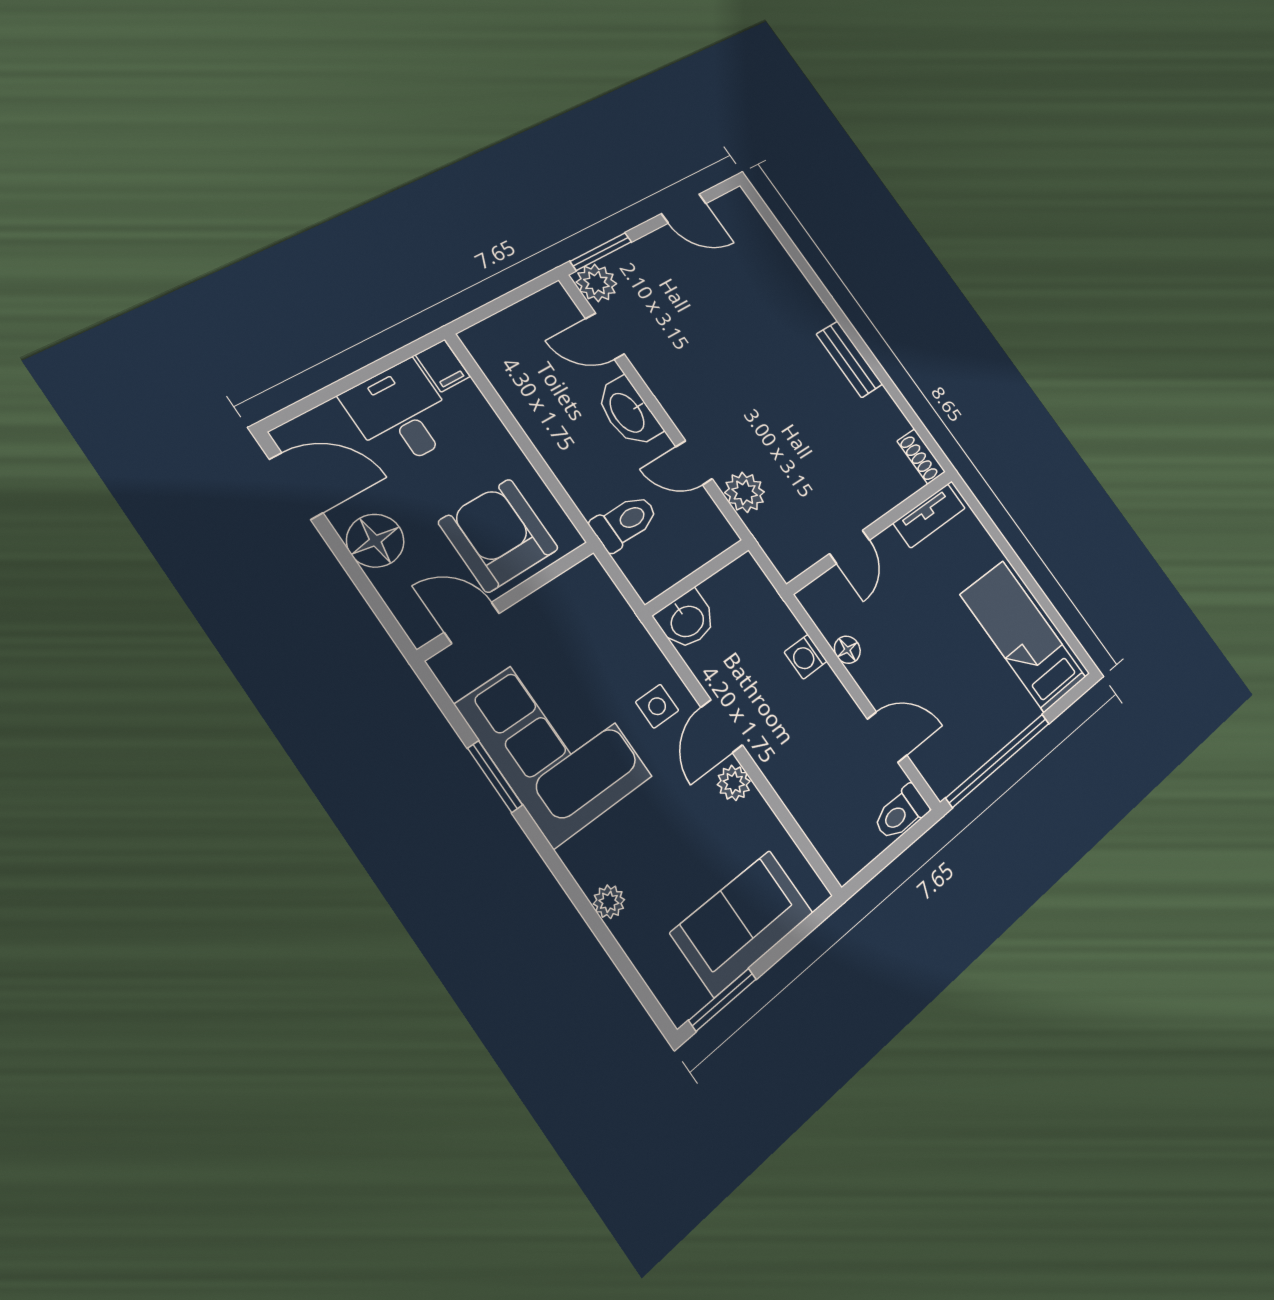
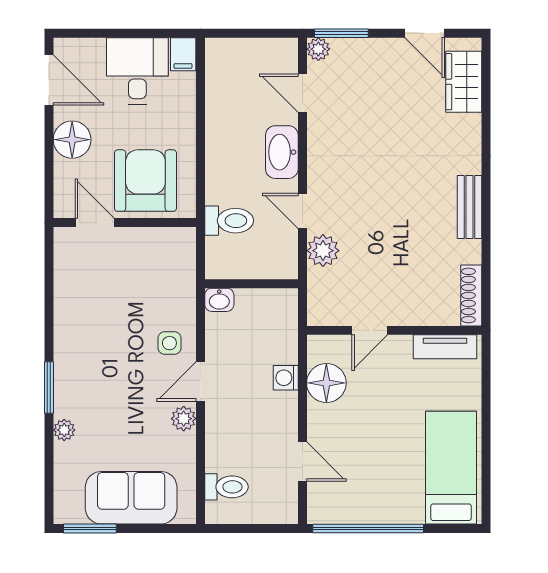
wardrobe: (755, 237) -> (464, 82), added
plant: (596, 283) -> (318, 49), width x0.73, depth x0.73
shoe rack: (921, 457) -> (471, 295), width x1.43
washbasin: (687, 620) -> (219, 300), width x0.72, depth x0.69
floor lamp: (847, 650) -> (326, 383), width x1.89, depth x1.89
corner sofa: (554, 741) -> (95, 321), removed
window: (495, 777) -> (49, 388), moved
toilet: (901, 813) -> (226, 487), moved, turned 180

